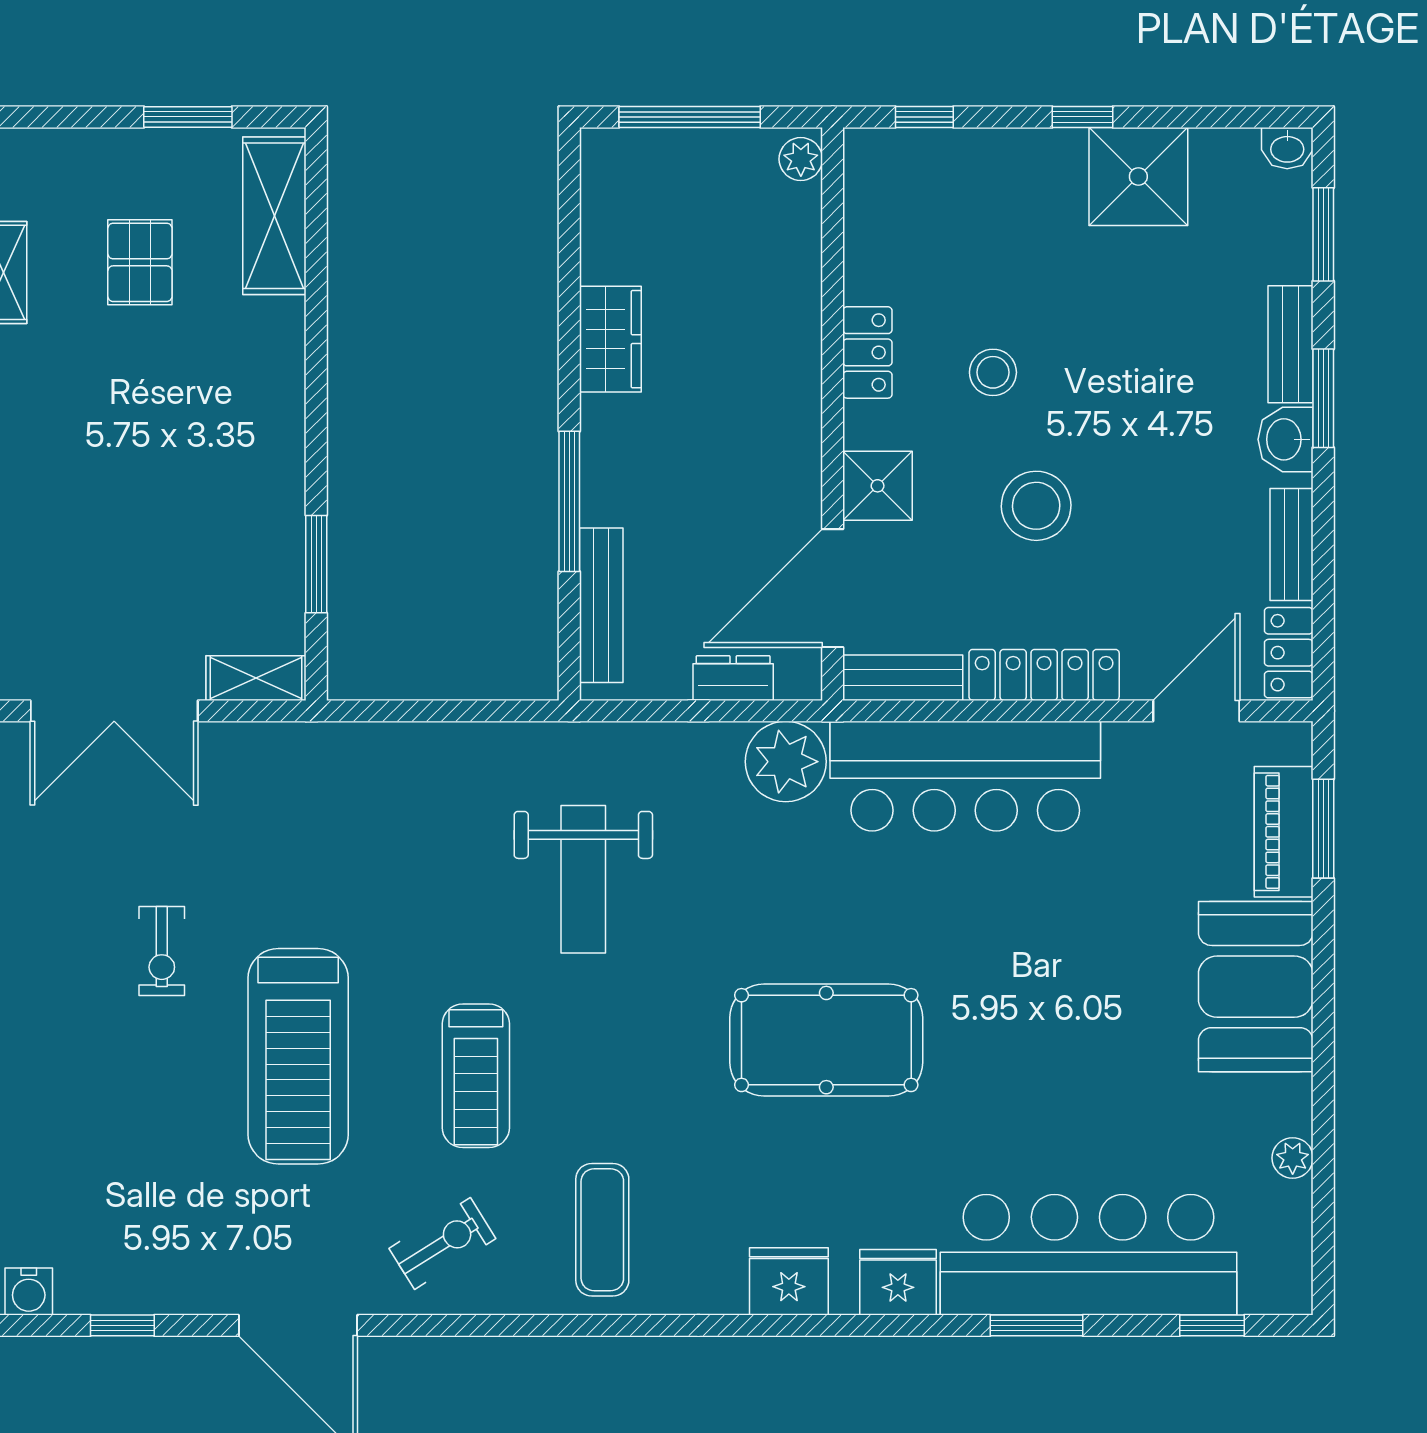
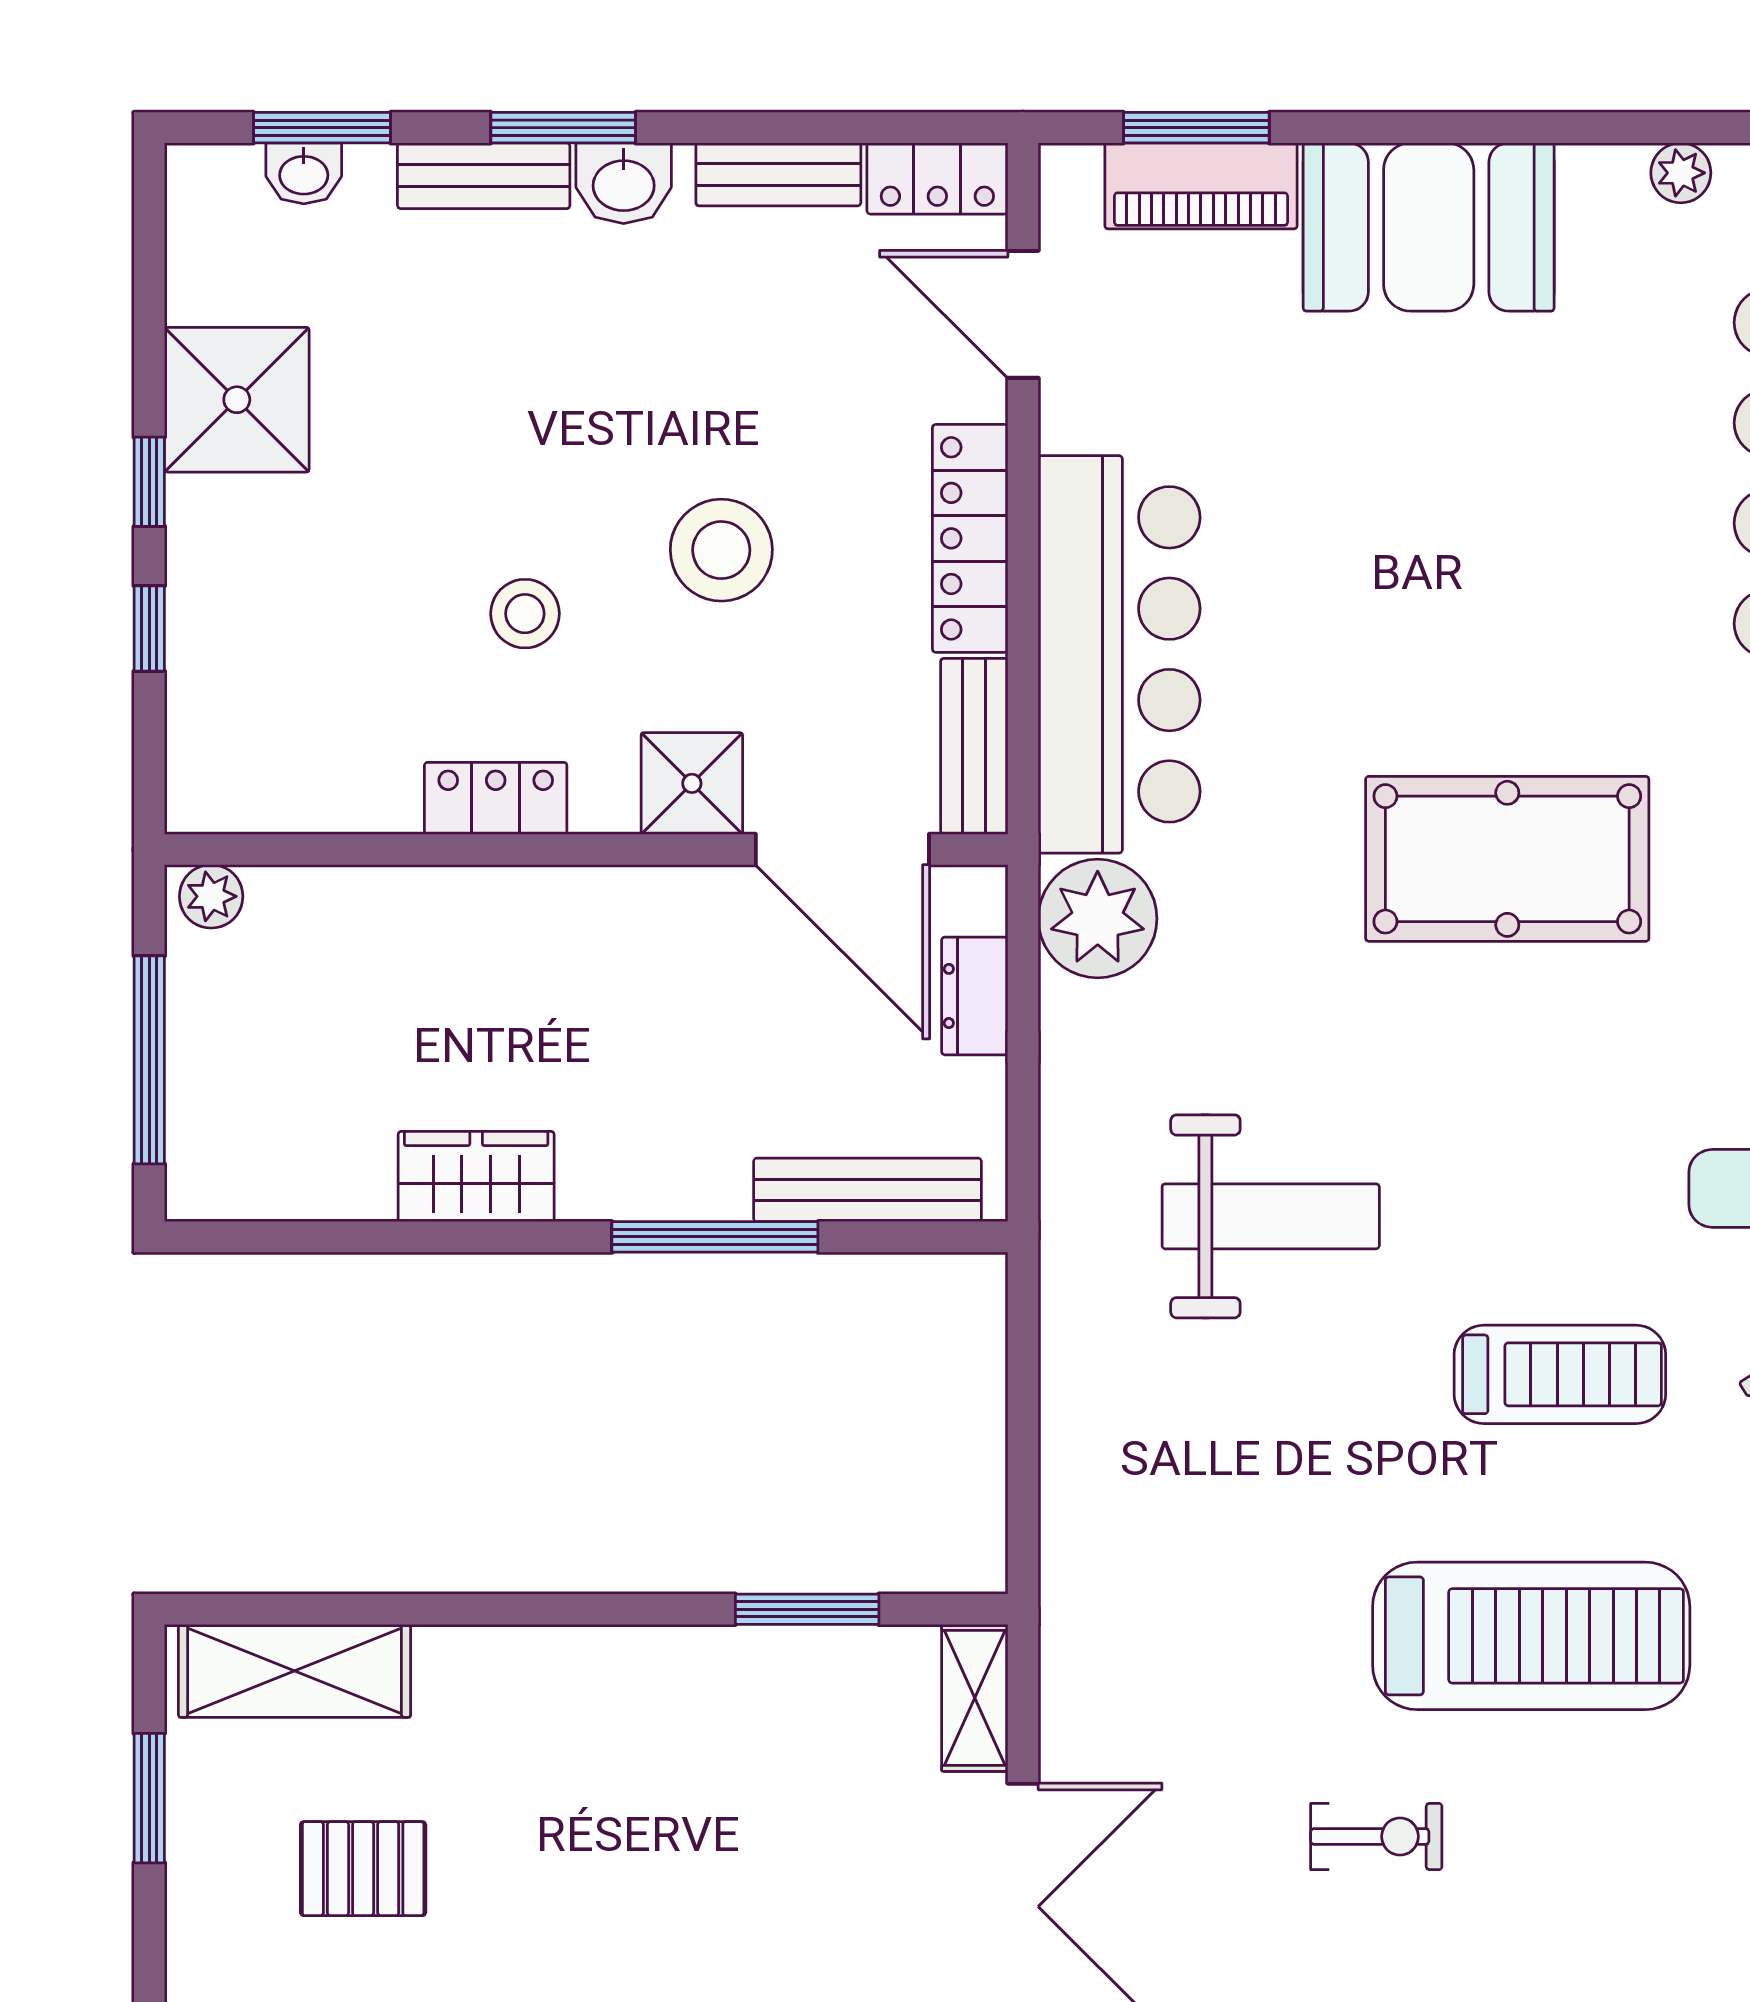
window: (924, 117) -> (149, 629), moved
washbasin: (1287, 148) -> (304, 173), moved, turned 90
pool table: (826, 1040) -> (1507, 859), turned 90

